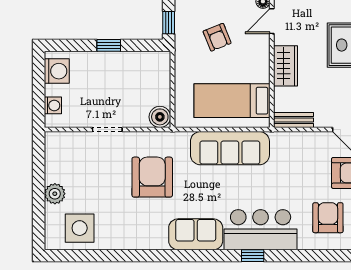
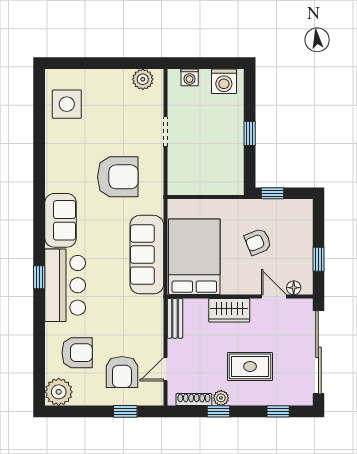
bed: (232, 101) -> (194, 257), width x1.50
boiler: (160, 117) -> (178, 184), removed
plant: (55, 194) -> (143, 79), moved

